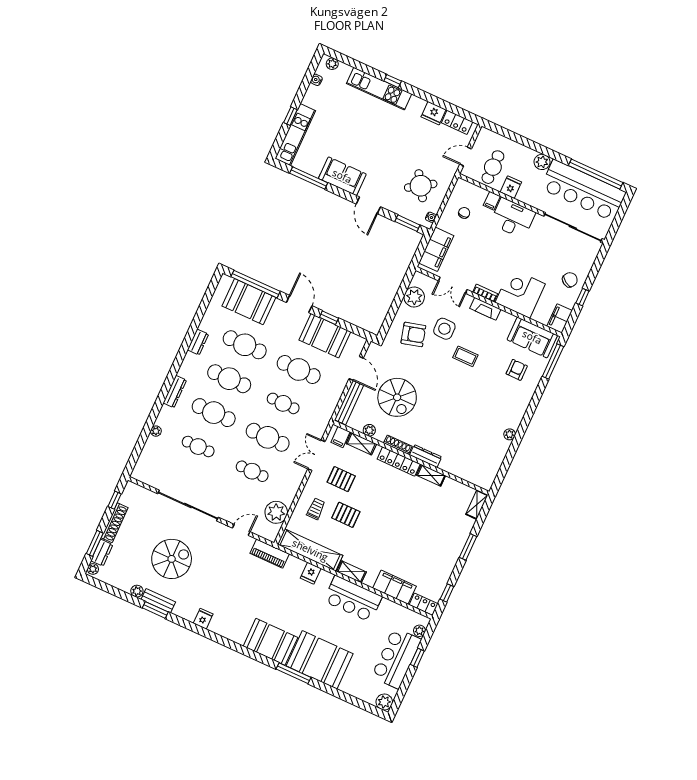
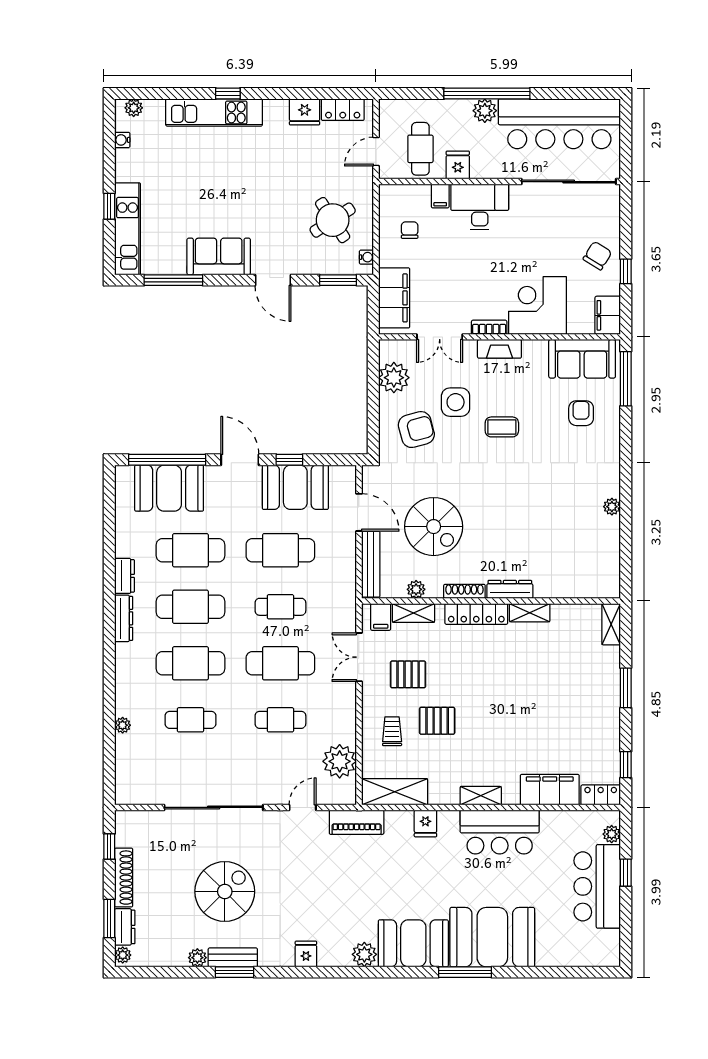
window: (596, 174) -> (487, 94), moved
dresser: (175, 392) -> (124, 618), moved
shelving: (310, 550) -> (395, 792), width x0.68
plant: (384, 702) -> (364, 954), moved

